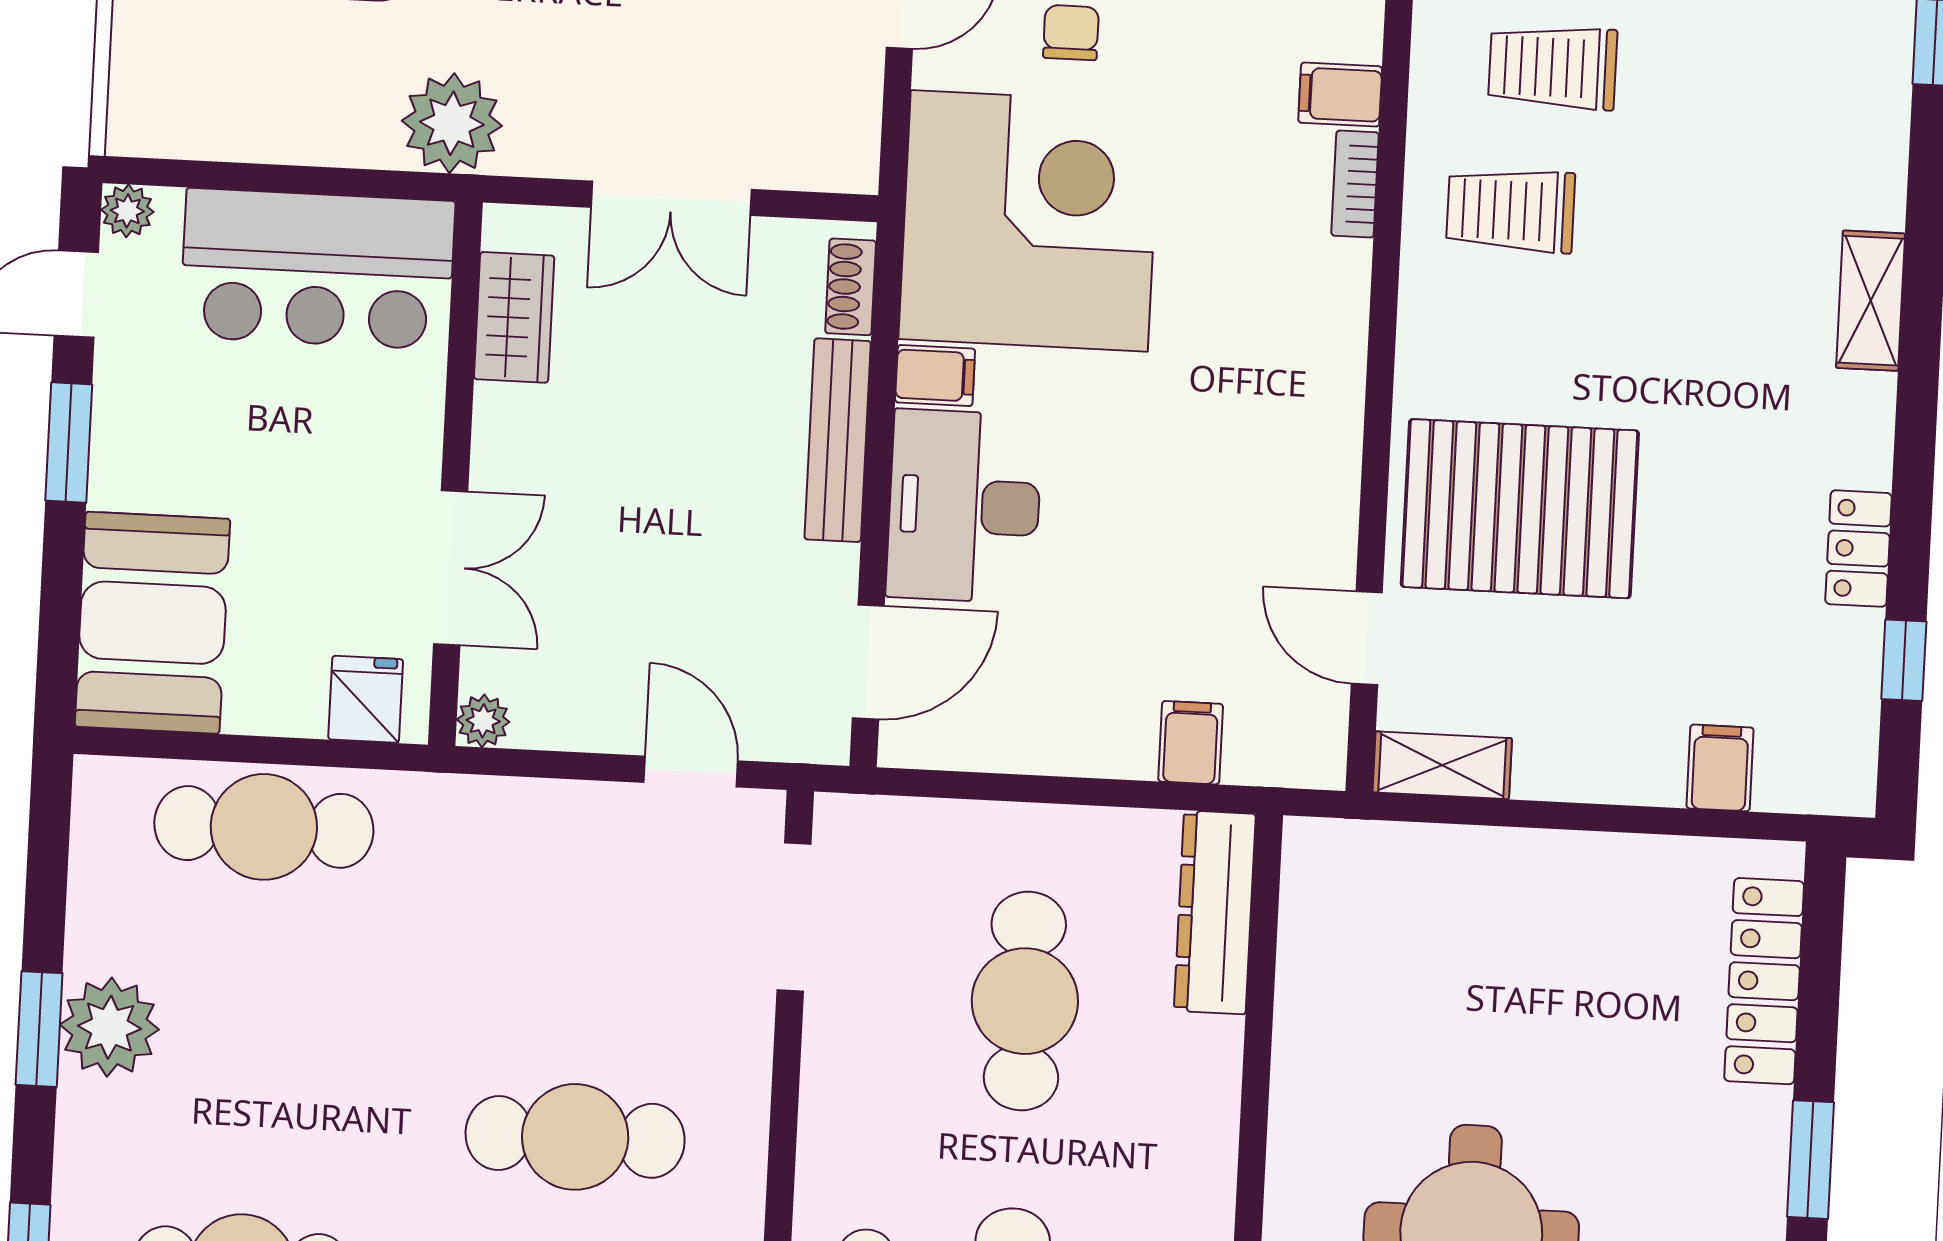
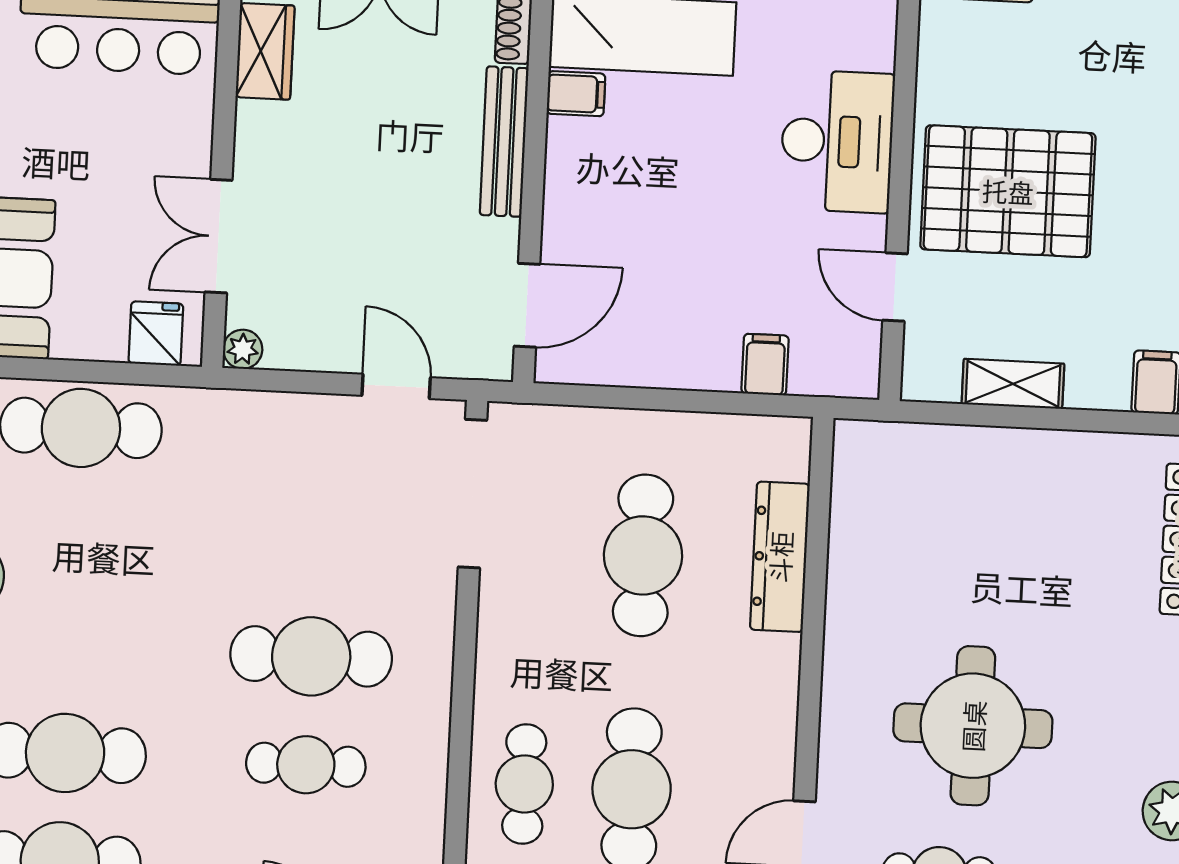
desk: (964, 506) -> (837, 141), moved, turned 180
double door: (451, 568) -> (219, 236), swing flipped
shelving: (1442, 765) -> (1013, 384), moved
dresser: (1215, 912) -> (780, 557), moved
doorway: (794, 917) -> (473, 494), width x1.36

